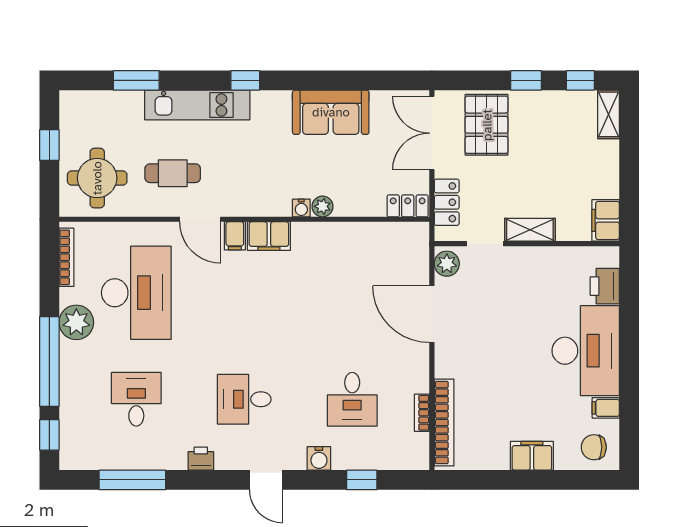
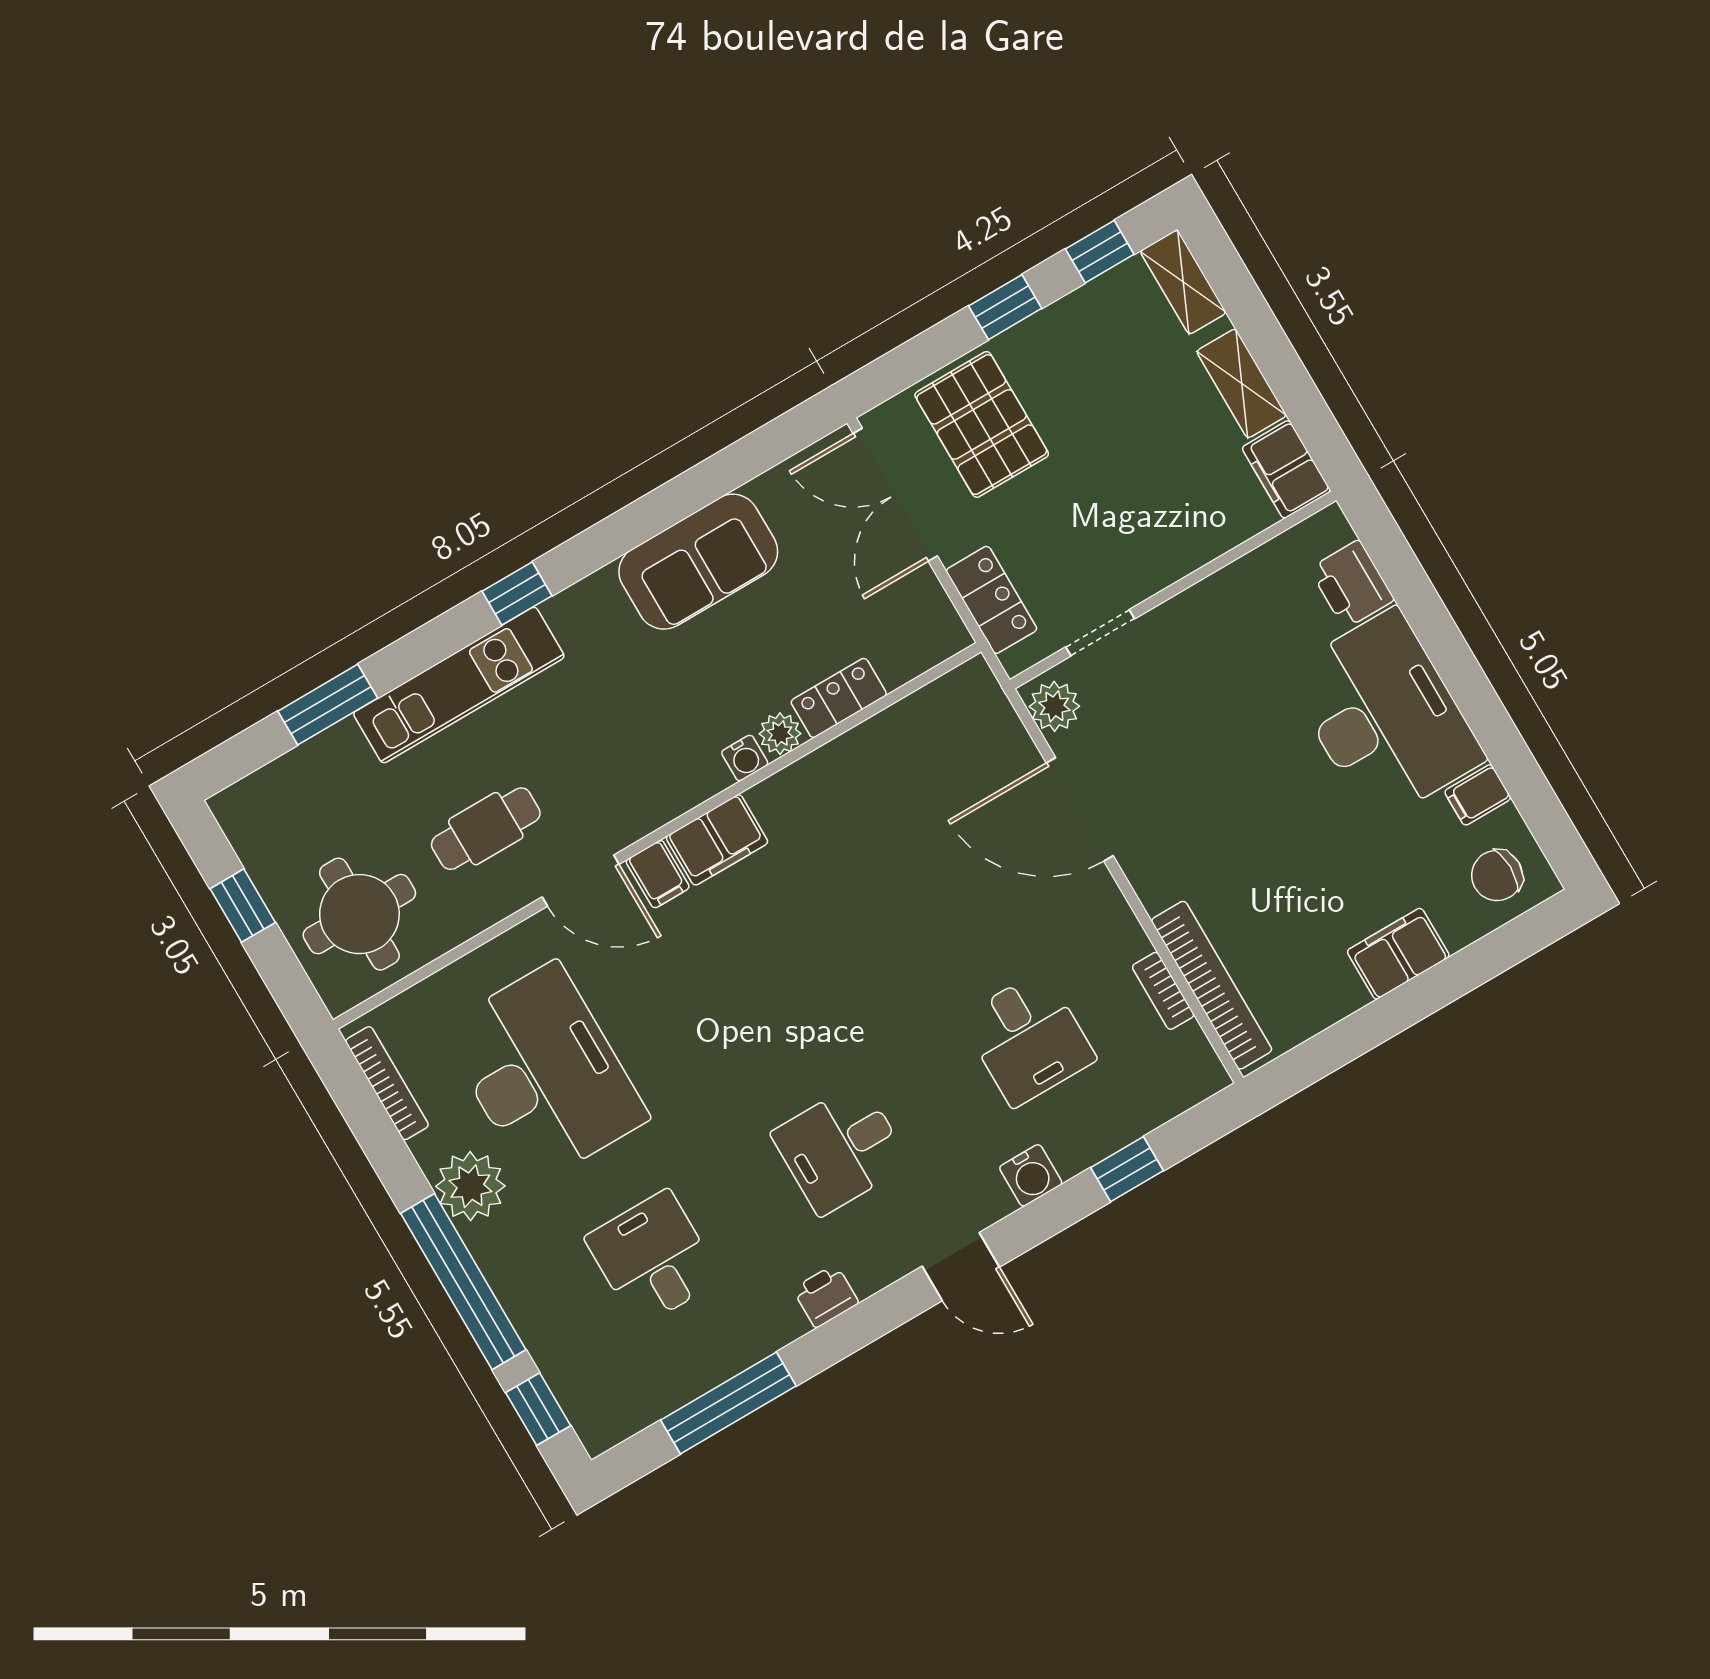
locker: (408, 206) -> (839, 698), moved
shelving: (530, 230) -> (1242, 383), moved, turned 90

